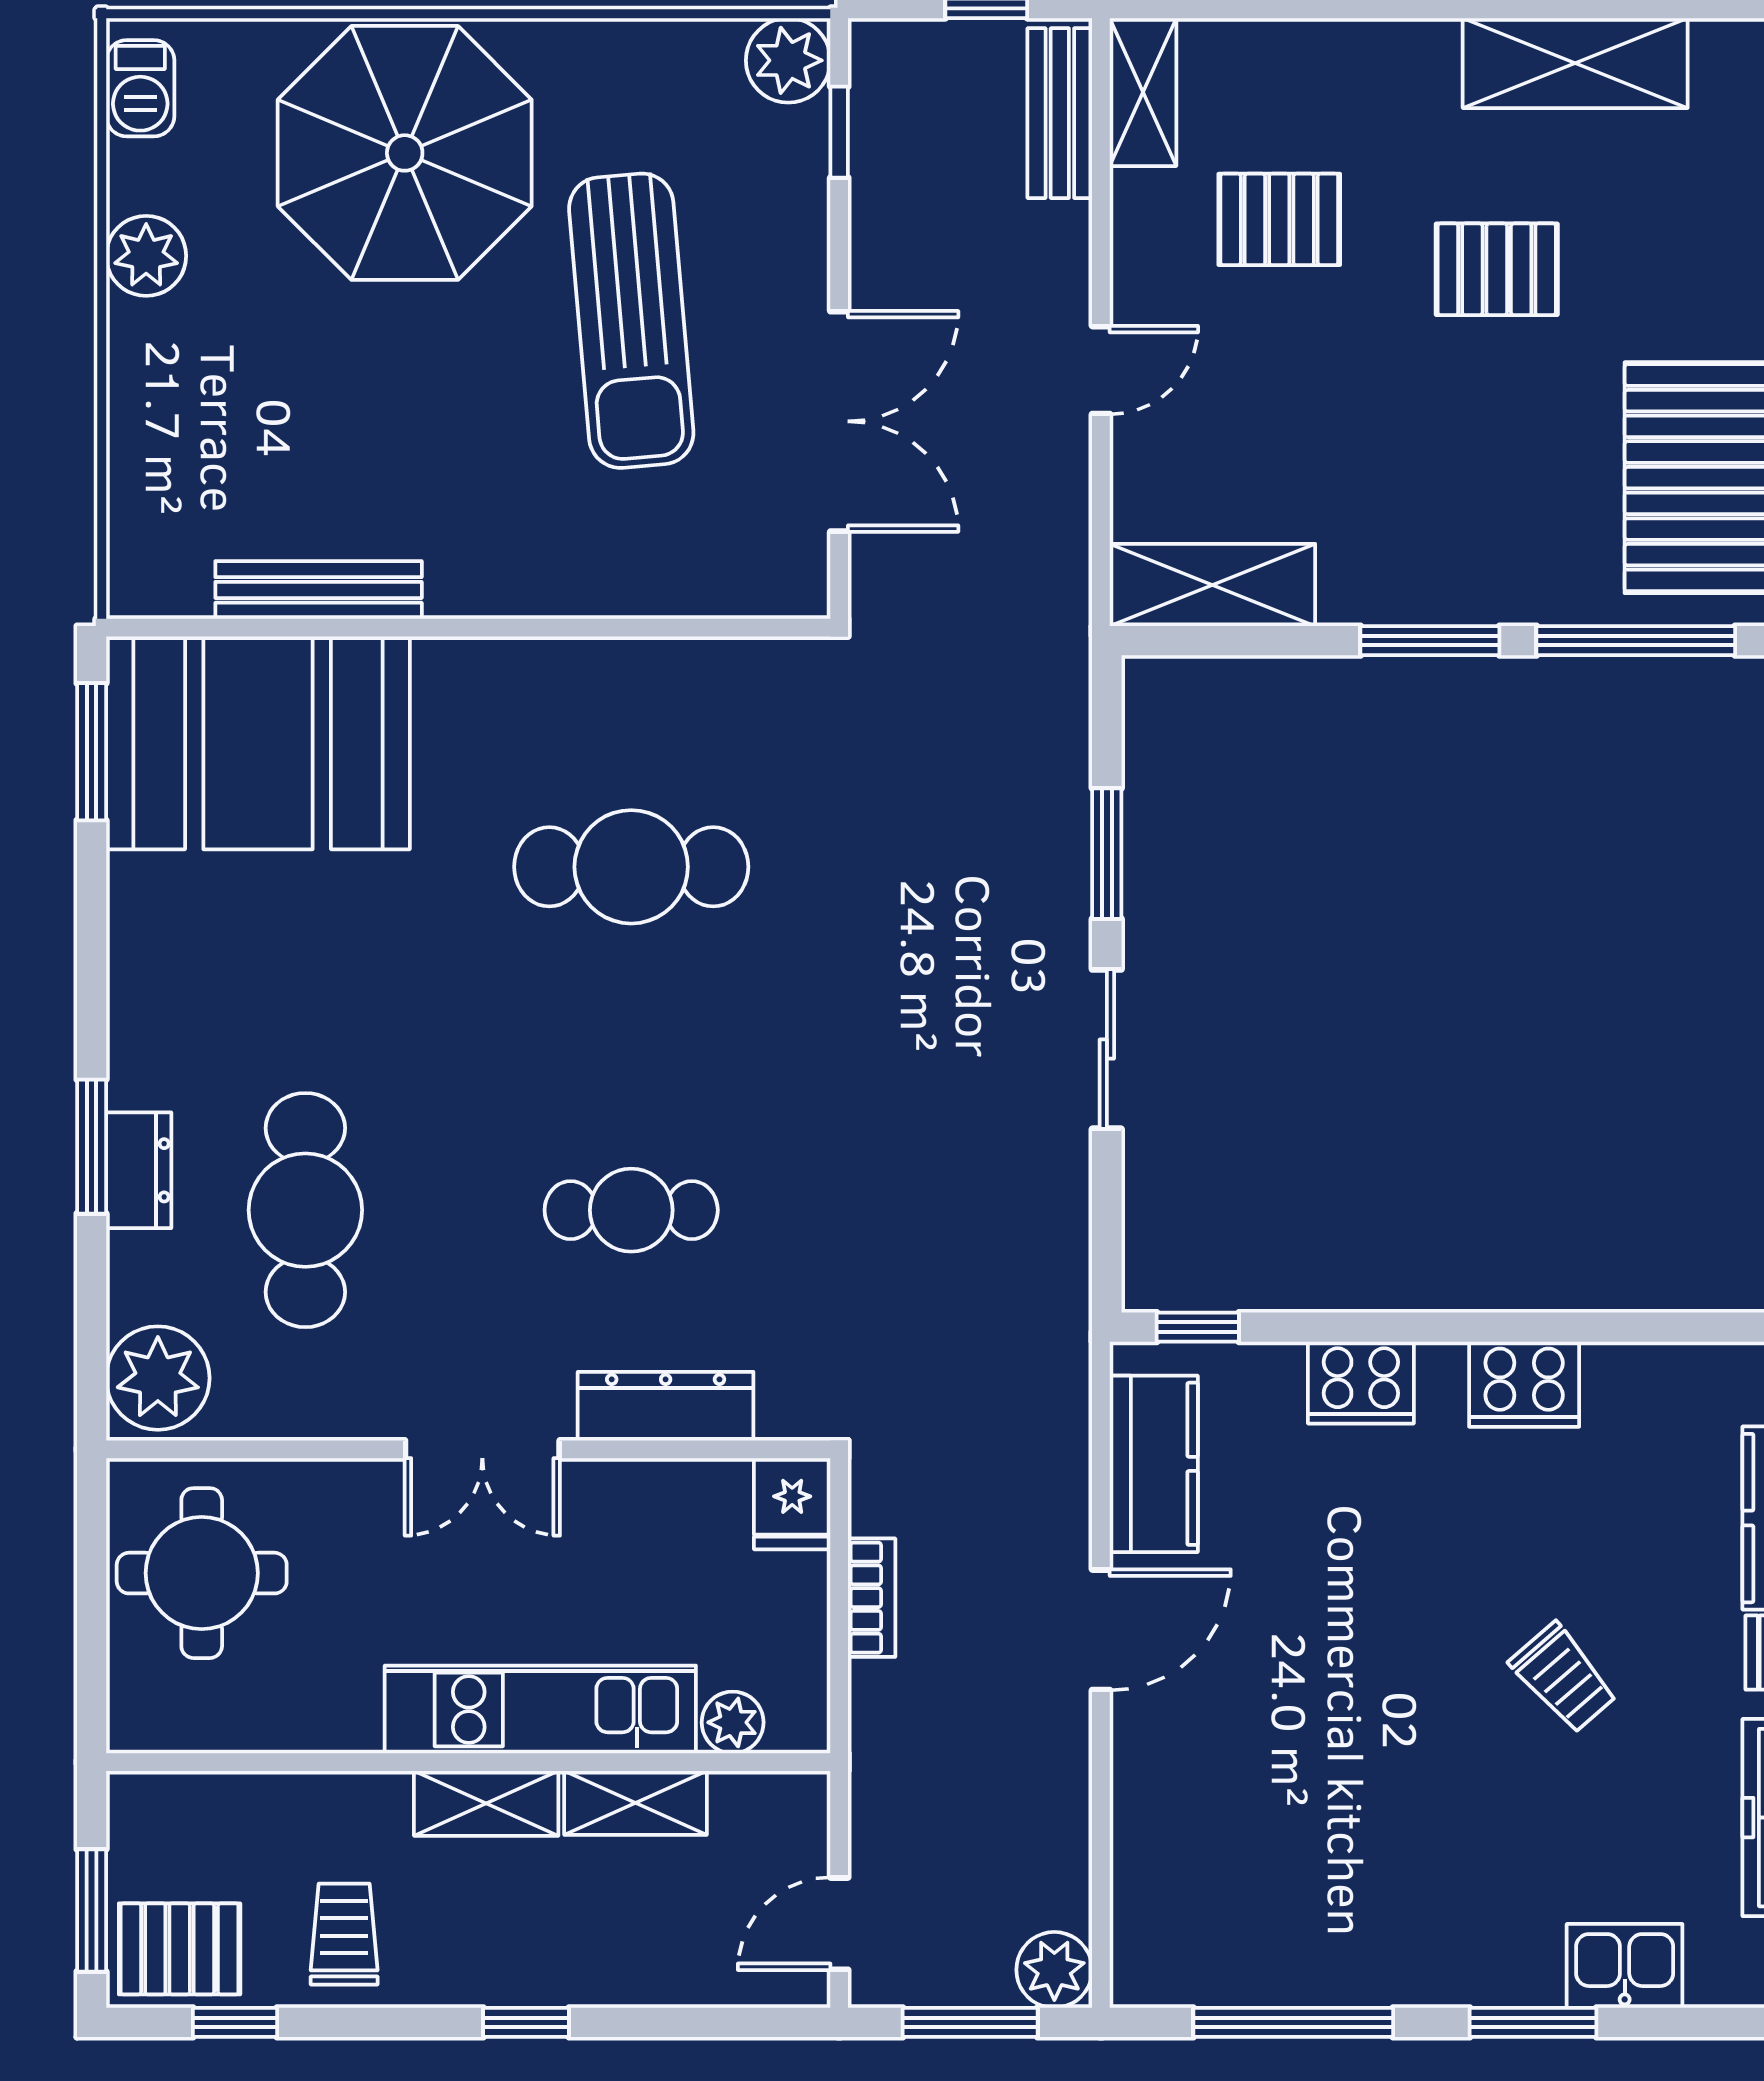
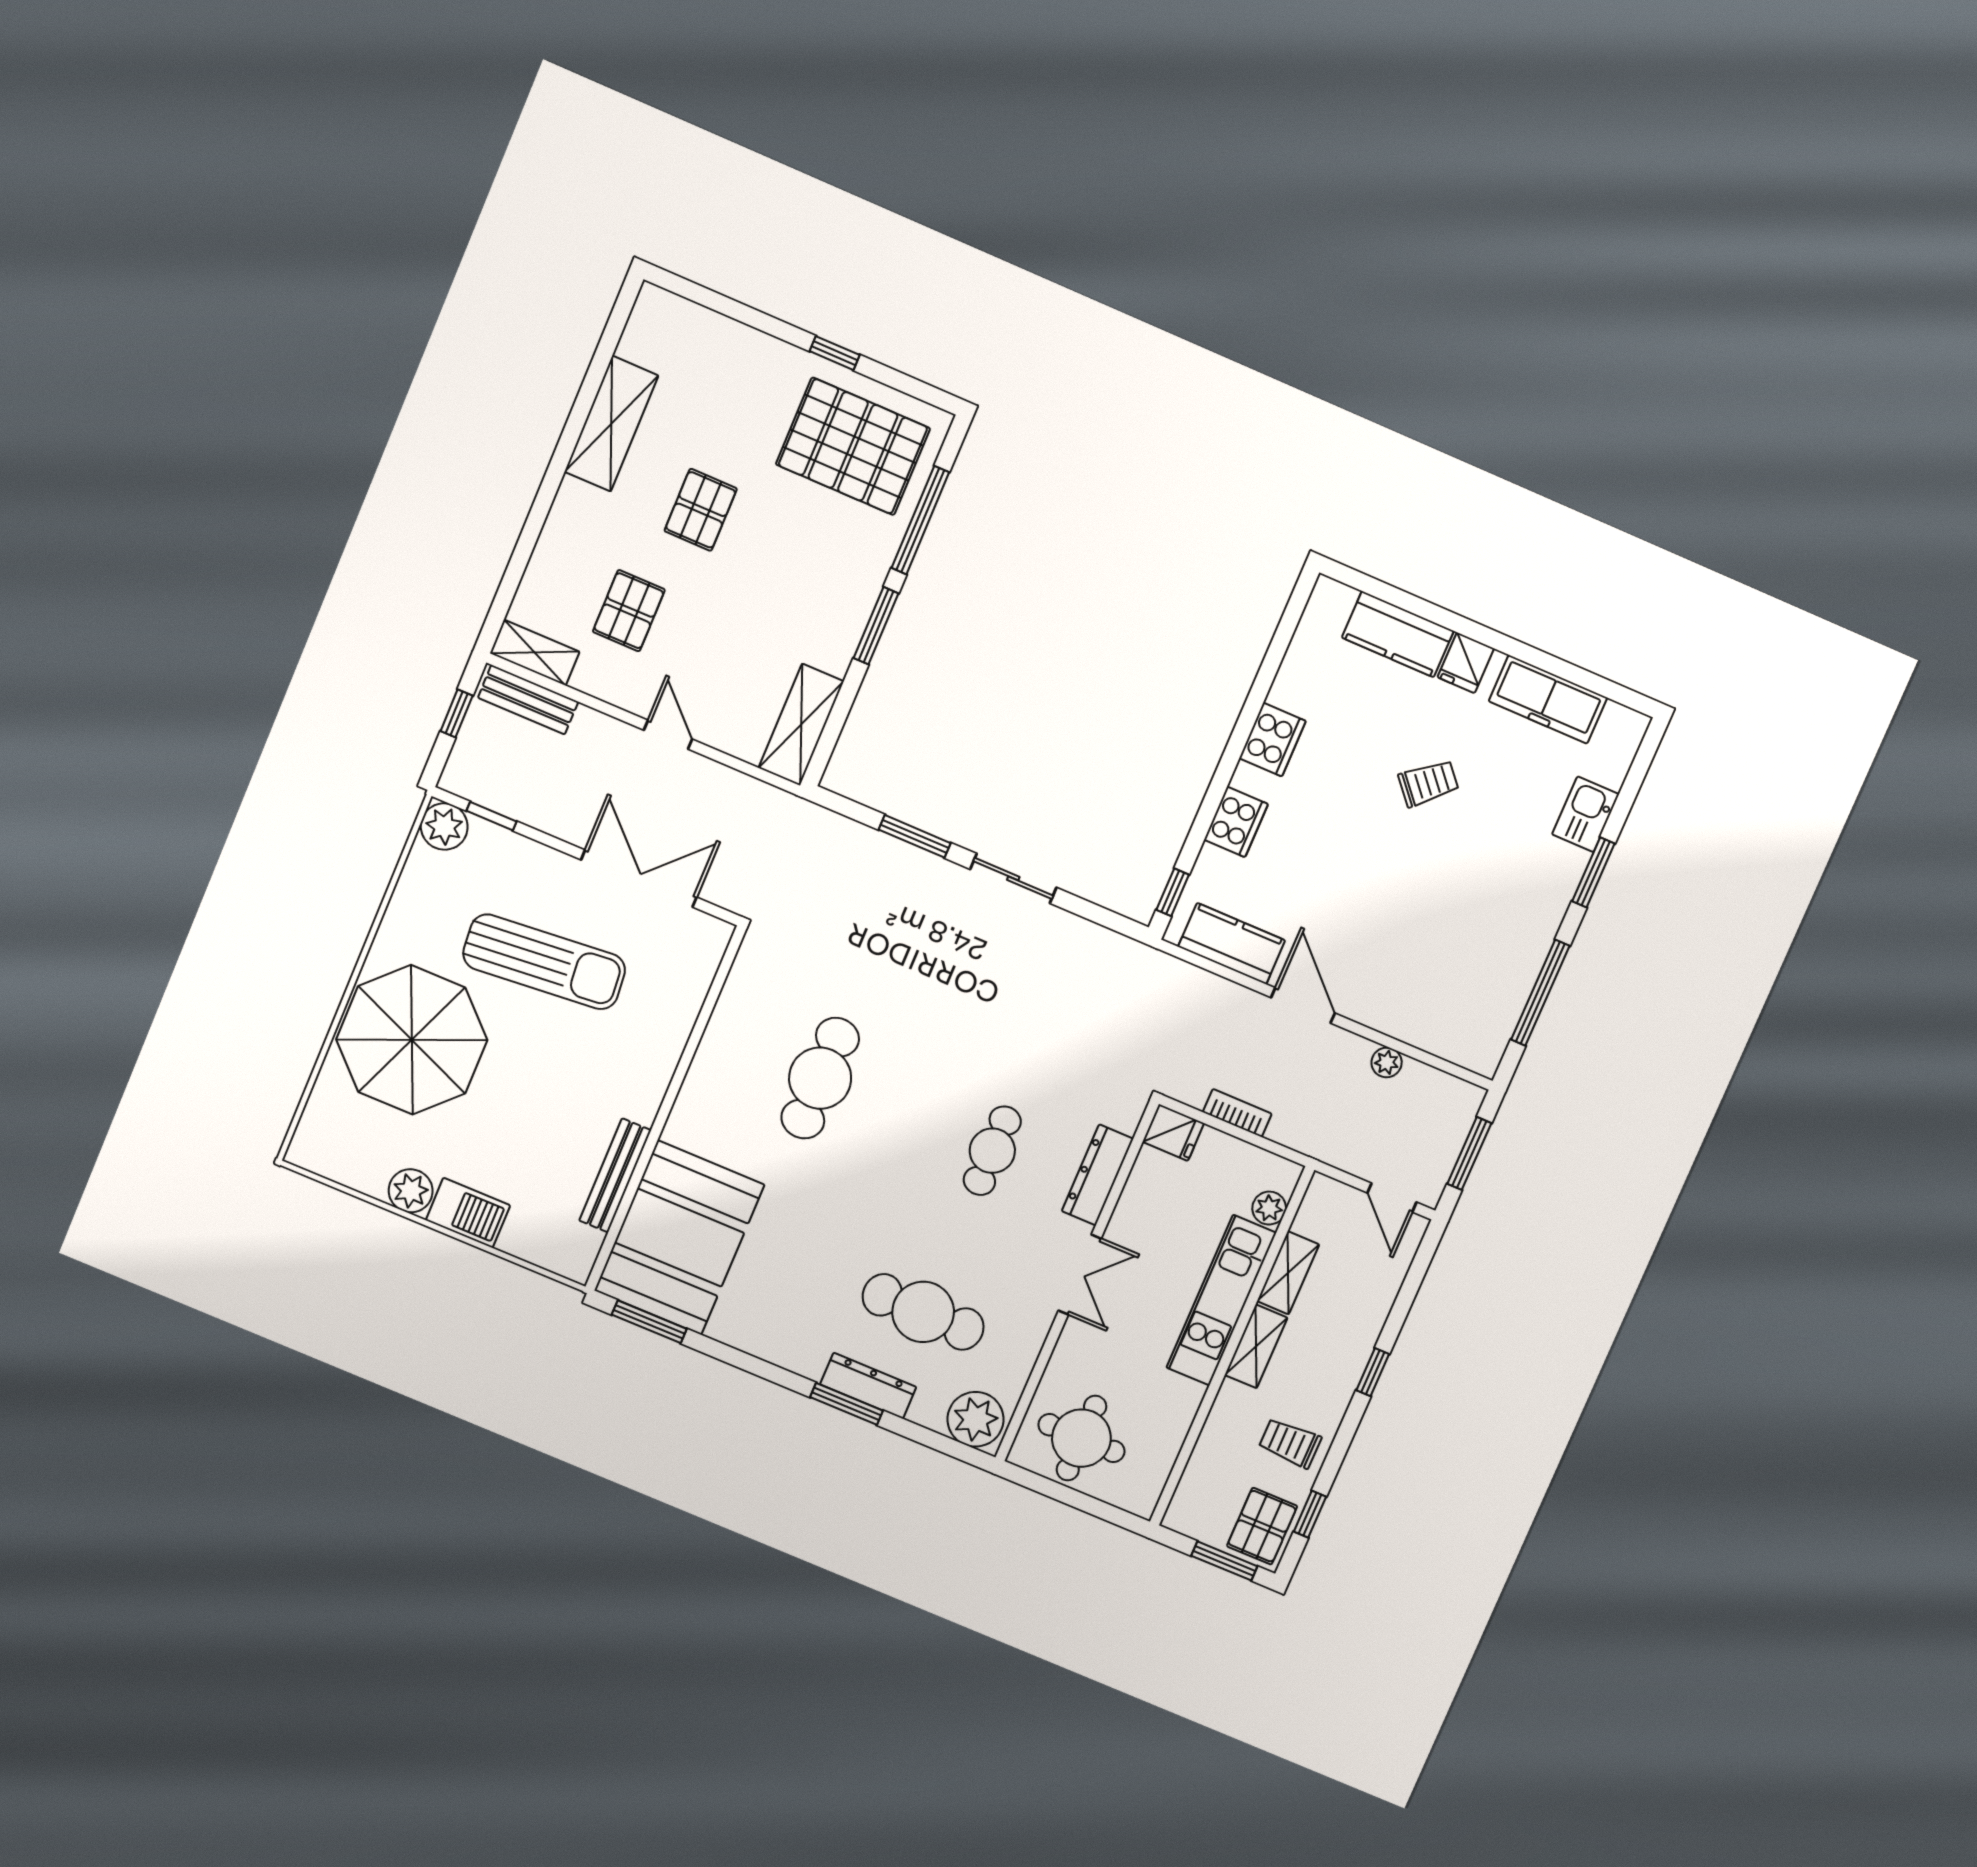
barbecue: (140, 88) -> (468, 1213), moved, width x1.38, depth x1.27
dresser: (139, 1170) -> (868, 1386), width x1.44
plant: (1054, 1970) -> (1387, 1062), moved, width x0.73, depth x0.73

